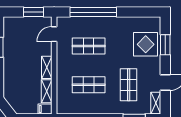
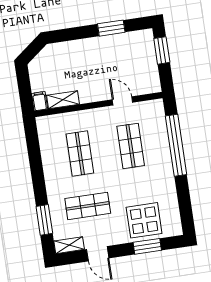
window: (34, 12) -> (162, 50), moved
door: (54, 34) -> (122, 101), moved
shelving: (47, 67) -> (94, 95), removed

